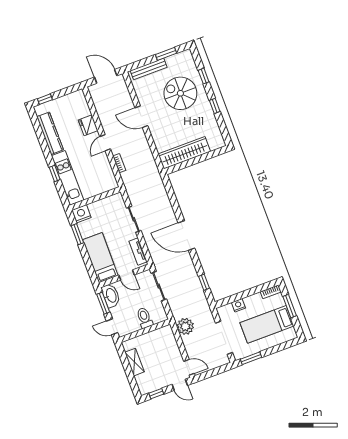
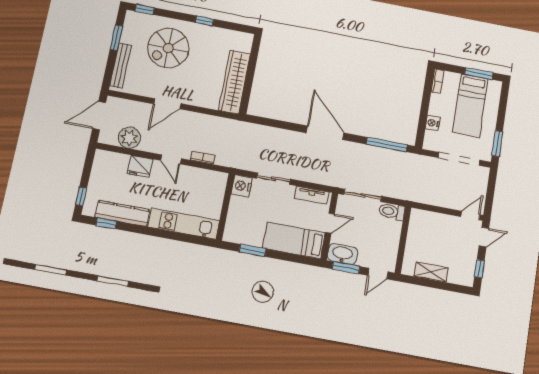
window: (204, 76) -> (145, 9), moved
window: (55, 173) -> (106, 223), moved
nightstand: (81, 214) -> (242, 186), moved
door: (186, 235) -> (325, 133), swing flipped
window: (204, 282) -> (387, 144), width x2.17
window: (290, 306) -> (479, 73), moved
toilet: (145, 318) -> (392, 212), moved
plant: (185, 326) -> (129, 138), moved

